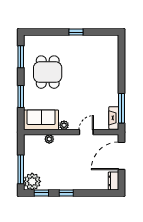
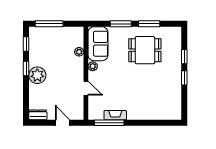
window: (54, 32) -> (184, 57), added
window: (21, 57) -> (149, 24), moved
fireplace: (114, 118) -> (115, 115), moved
door: (122, 156) -> (62, 123), width x0.53
plant: (32, 181) -> (37, 75), moved

